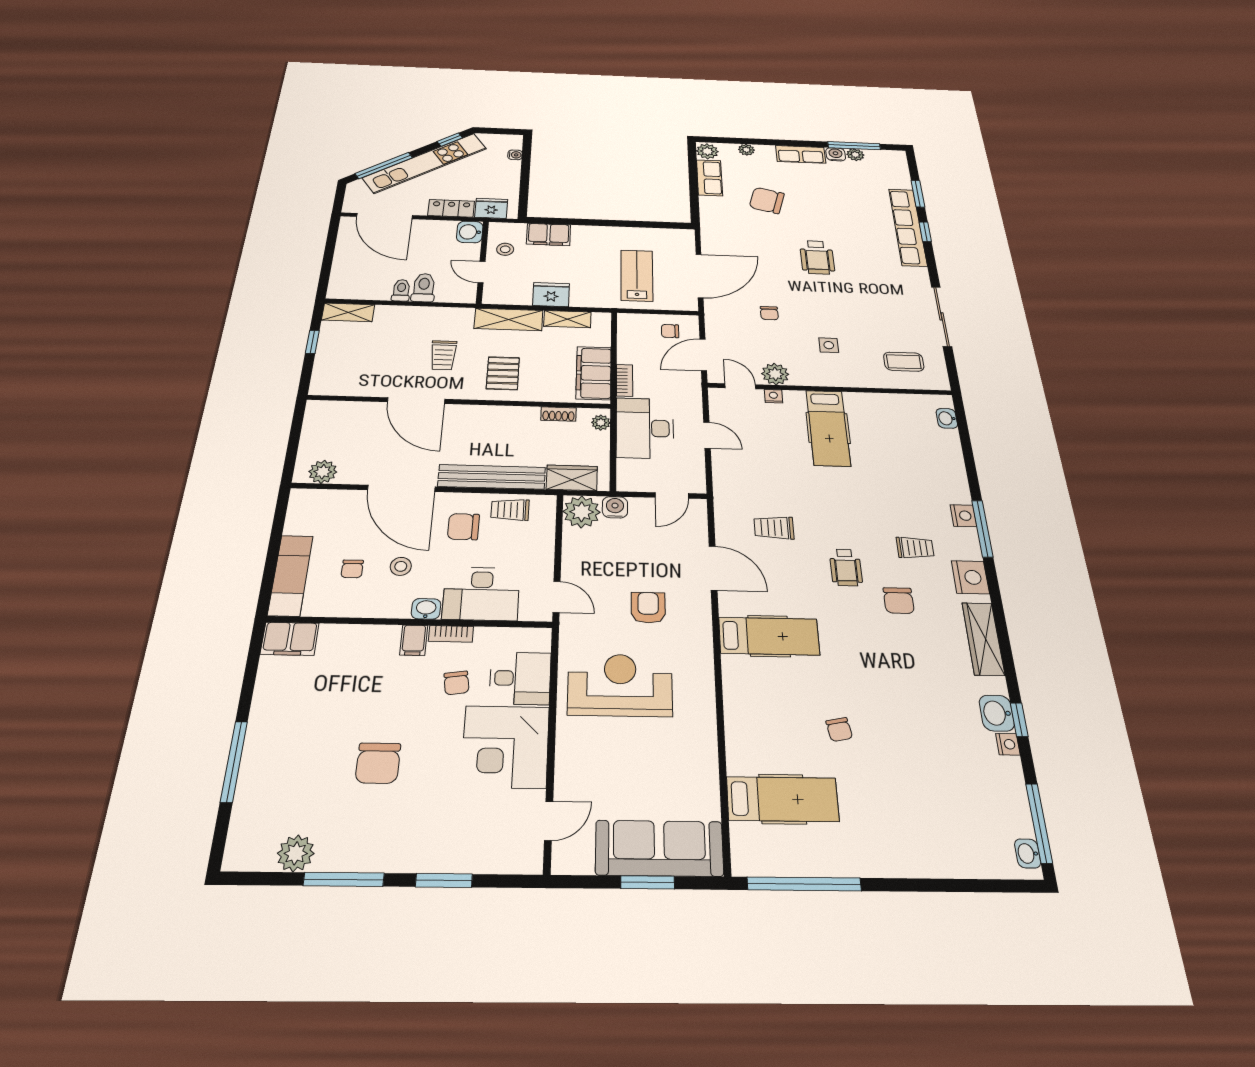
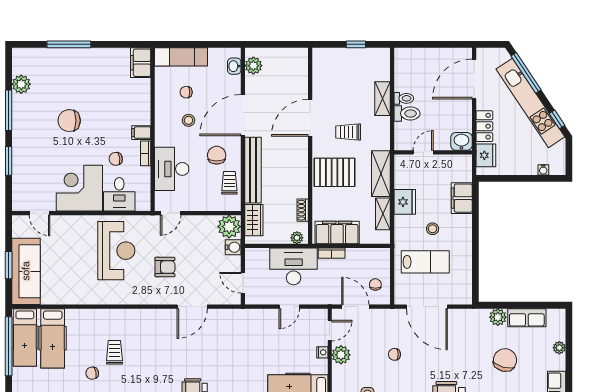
plant: (707, 151) -> (498, 317), moved
stool: (505, 249) -> (433, 229), moved
shelving: (348, 312) -> (382, 99), moved
pallet: (503, 373) -> (334, 172), width x1.50, depth x1.42
trolley: (774, 528) -> (114, 352), moved
washbasin: (426, 609) -> (234, 66), moved, turned 180
hospital bed: (769, 636) -> (25, 337), moved

